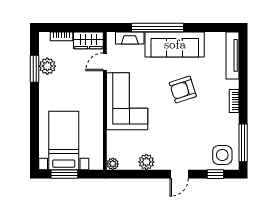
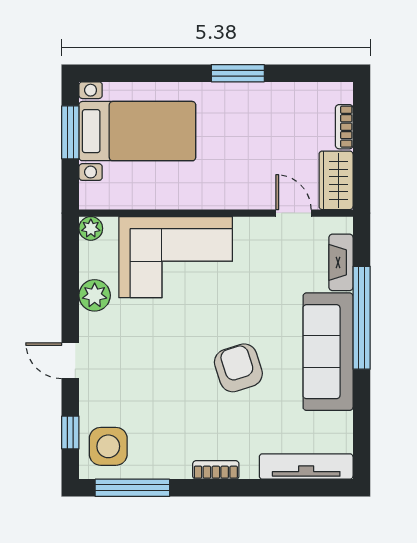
plant: (47, 66) -> (285, 99), removed
window: (35, 69) -> (238, 73), moved
corner sofa: (127, 101) -> (176, 257), moved

